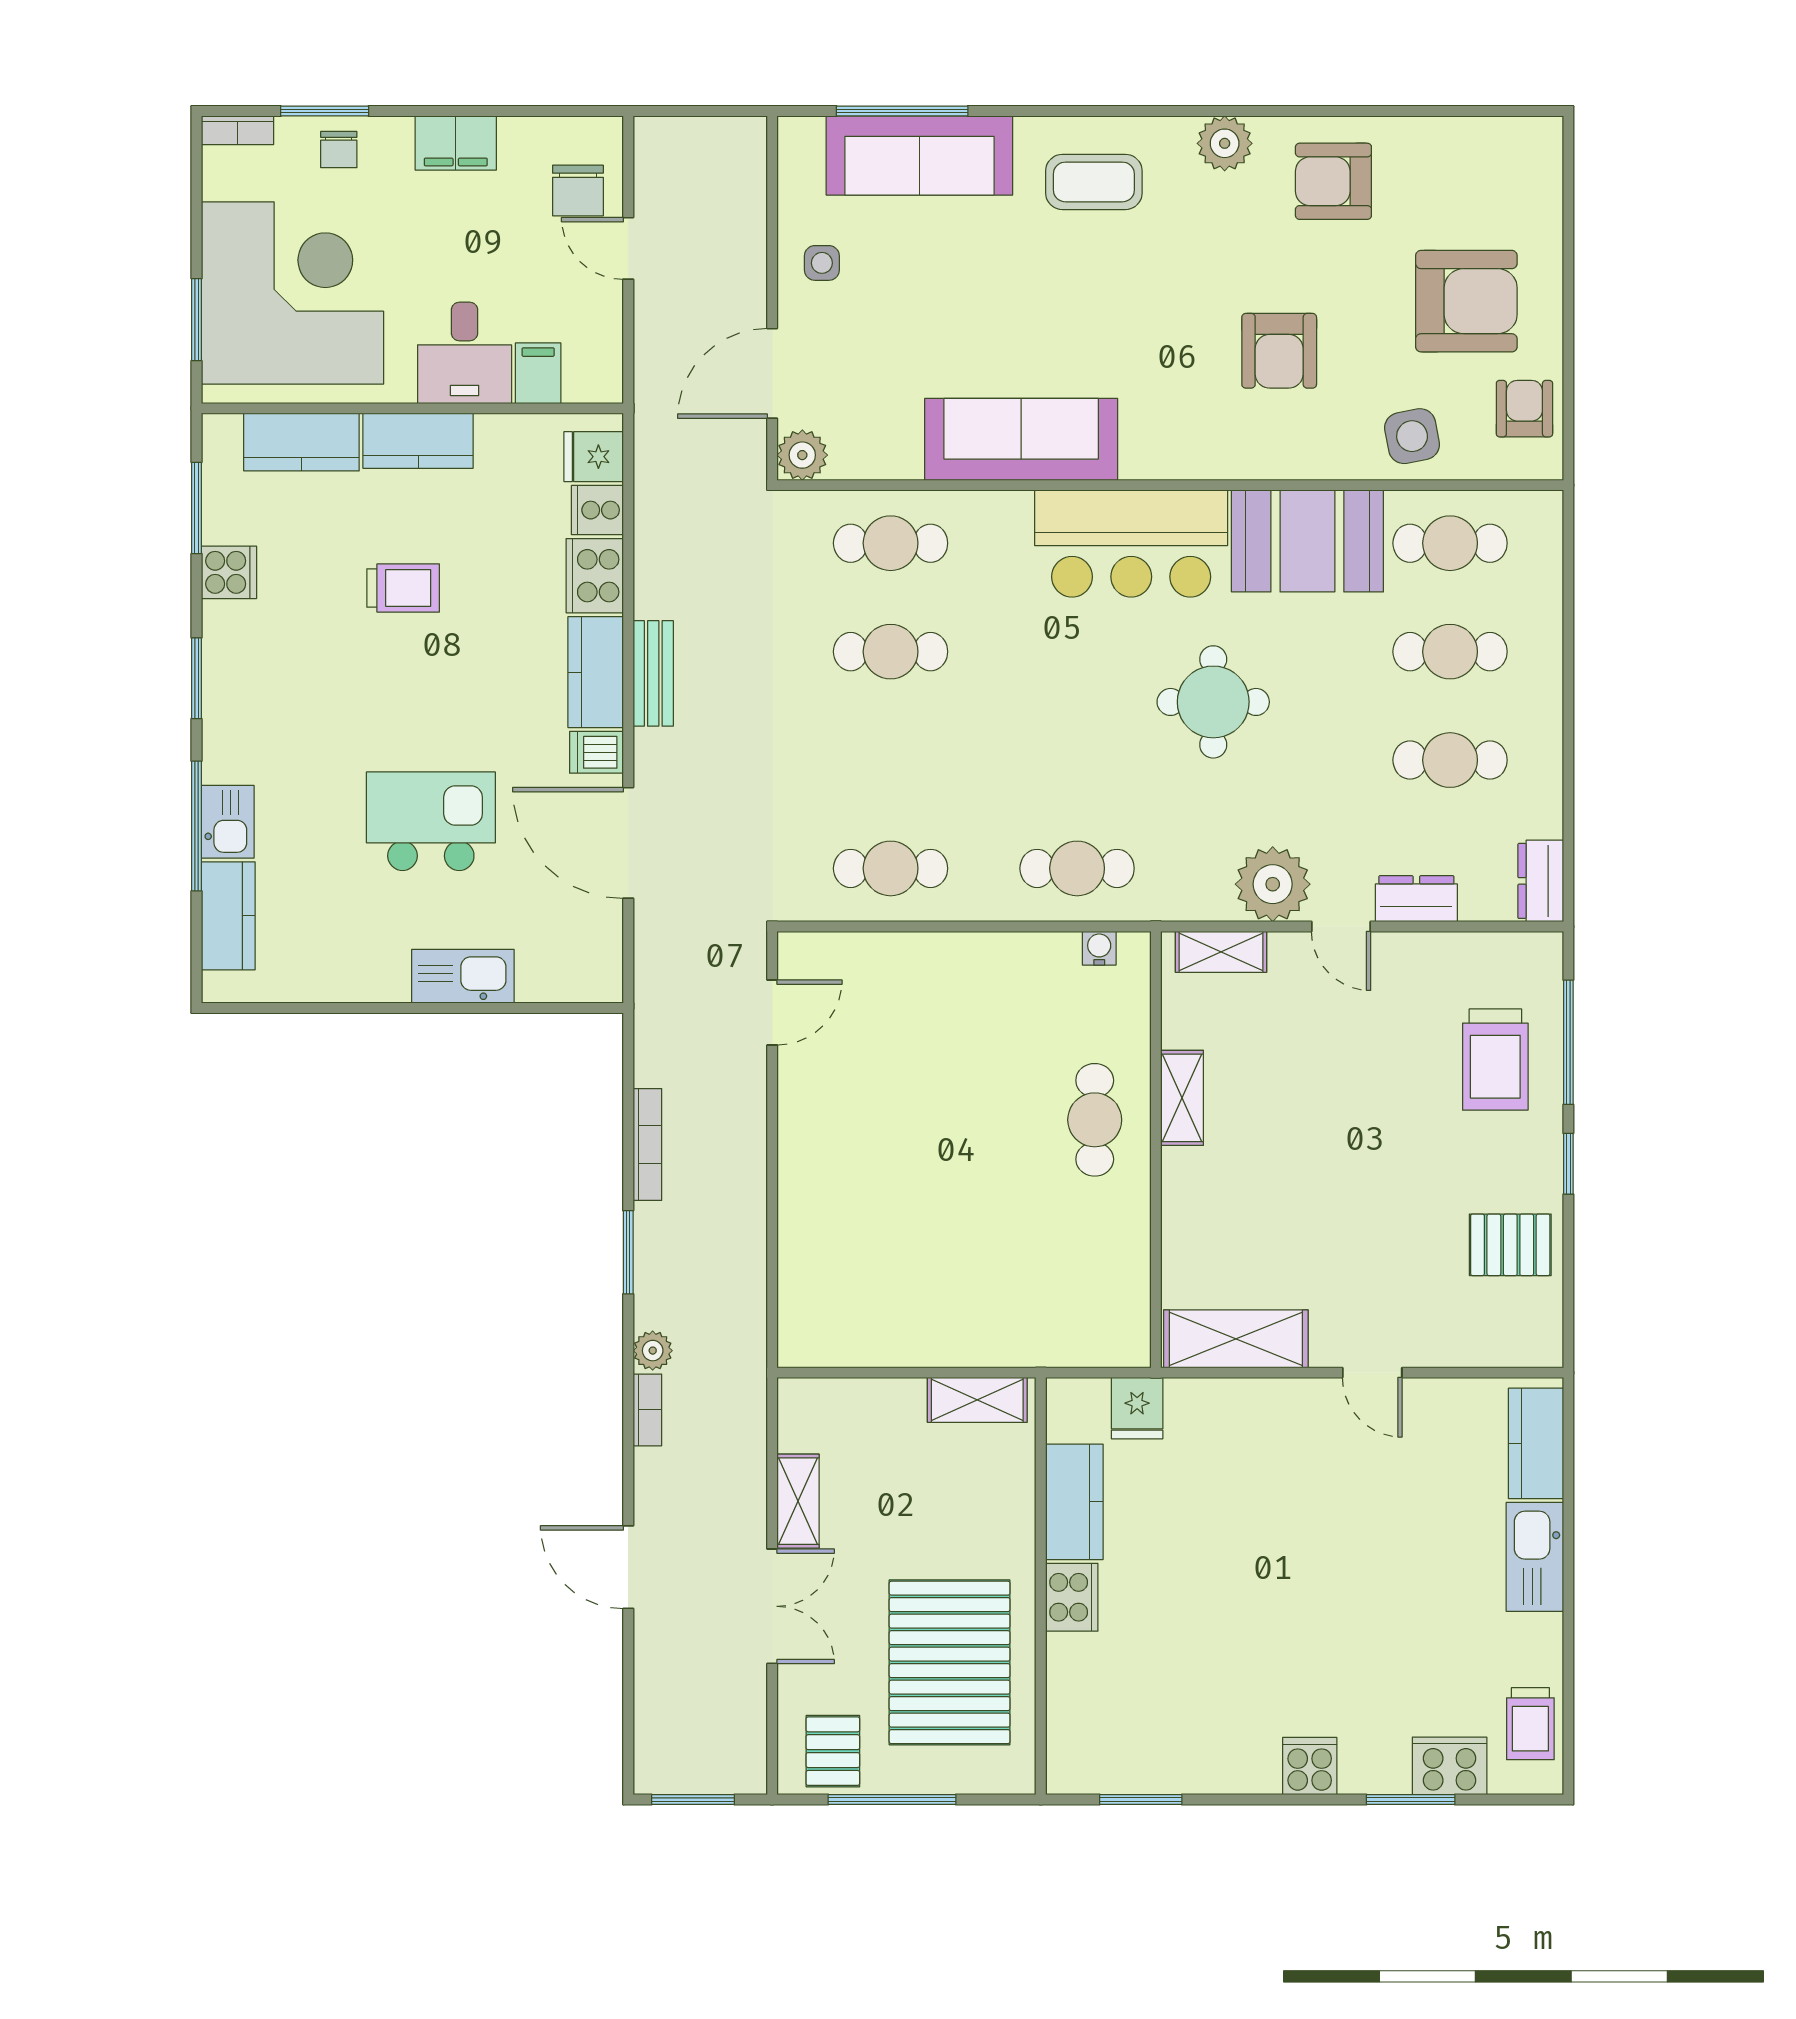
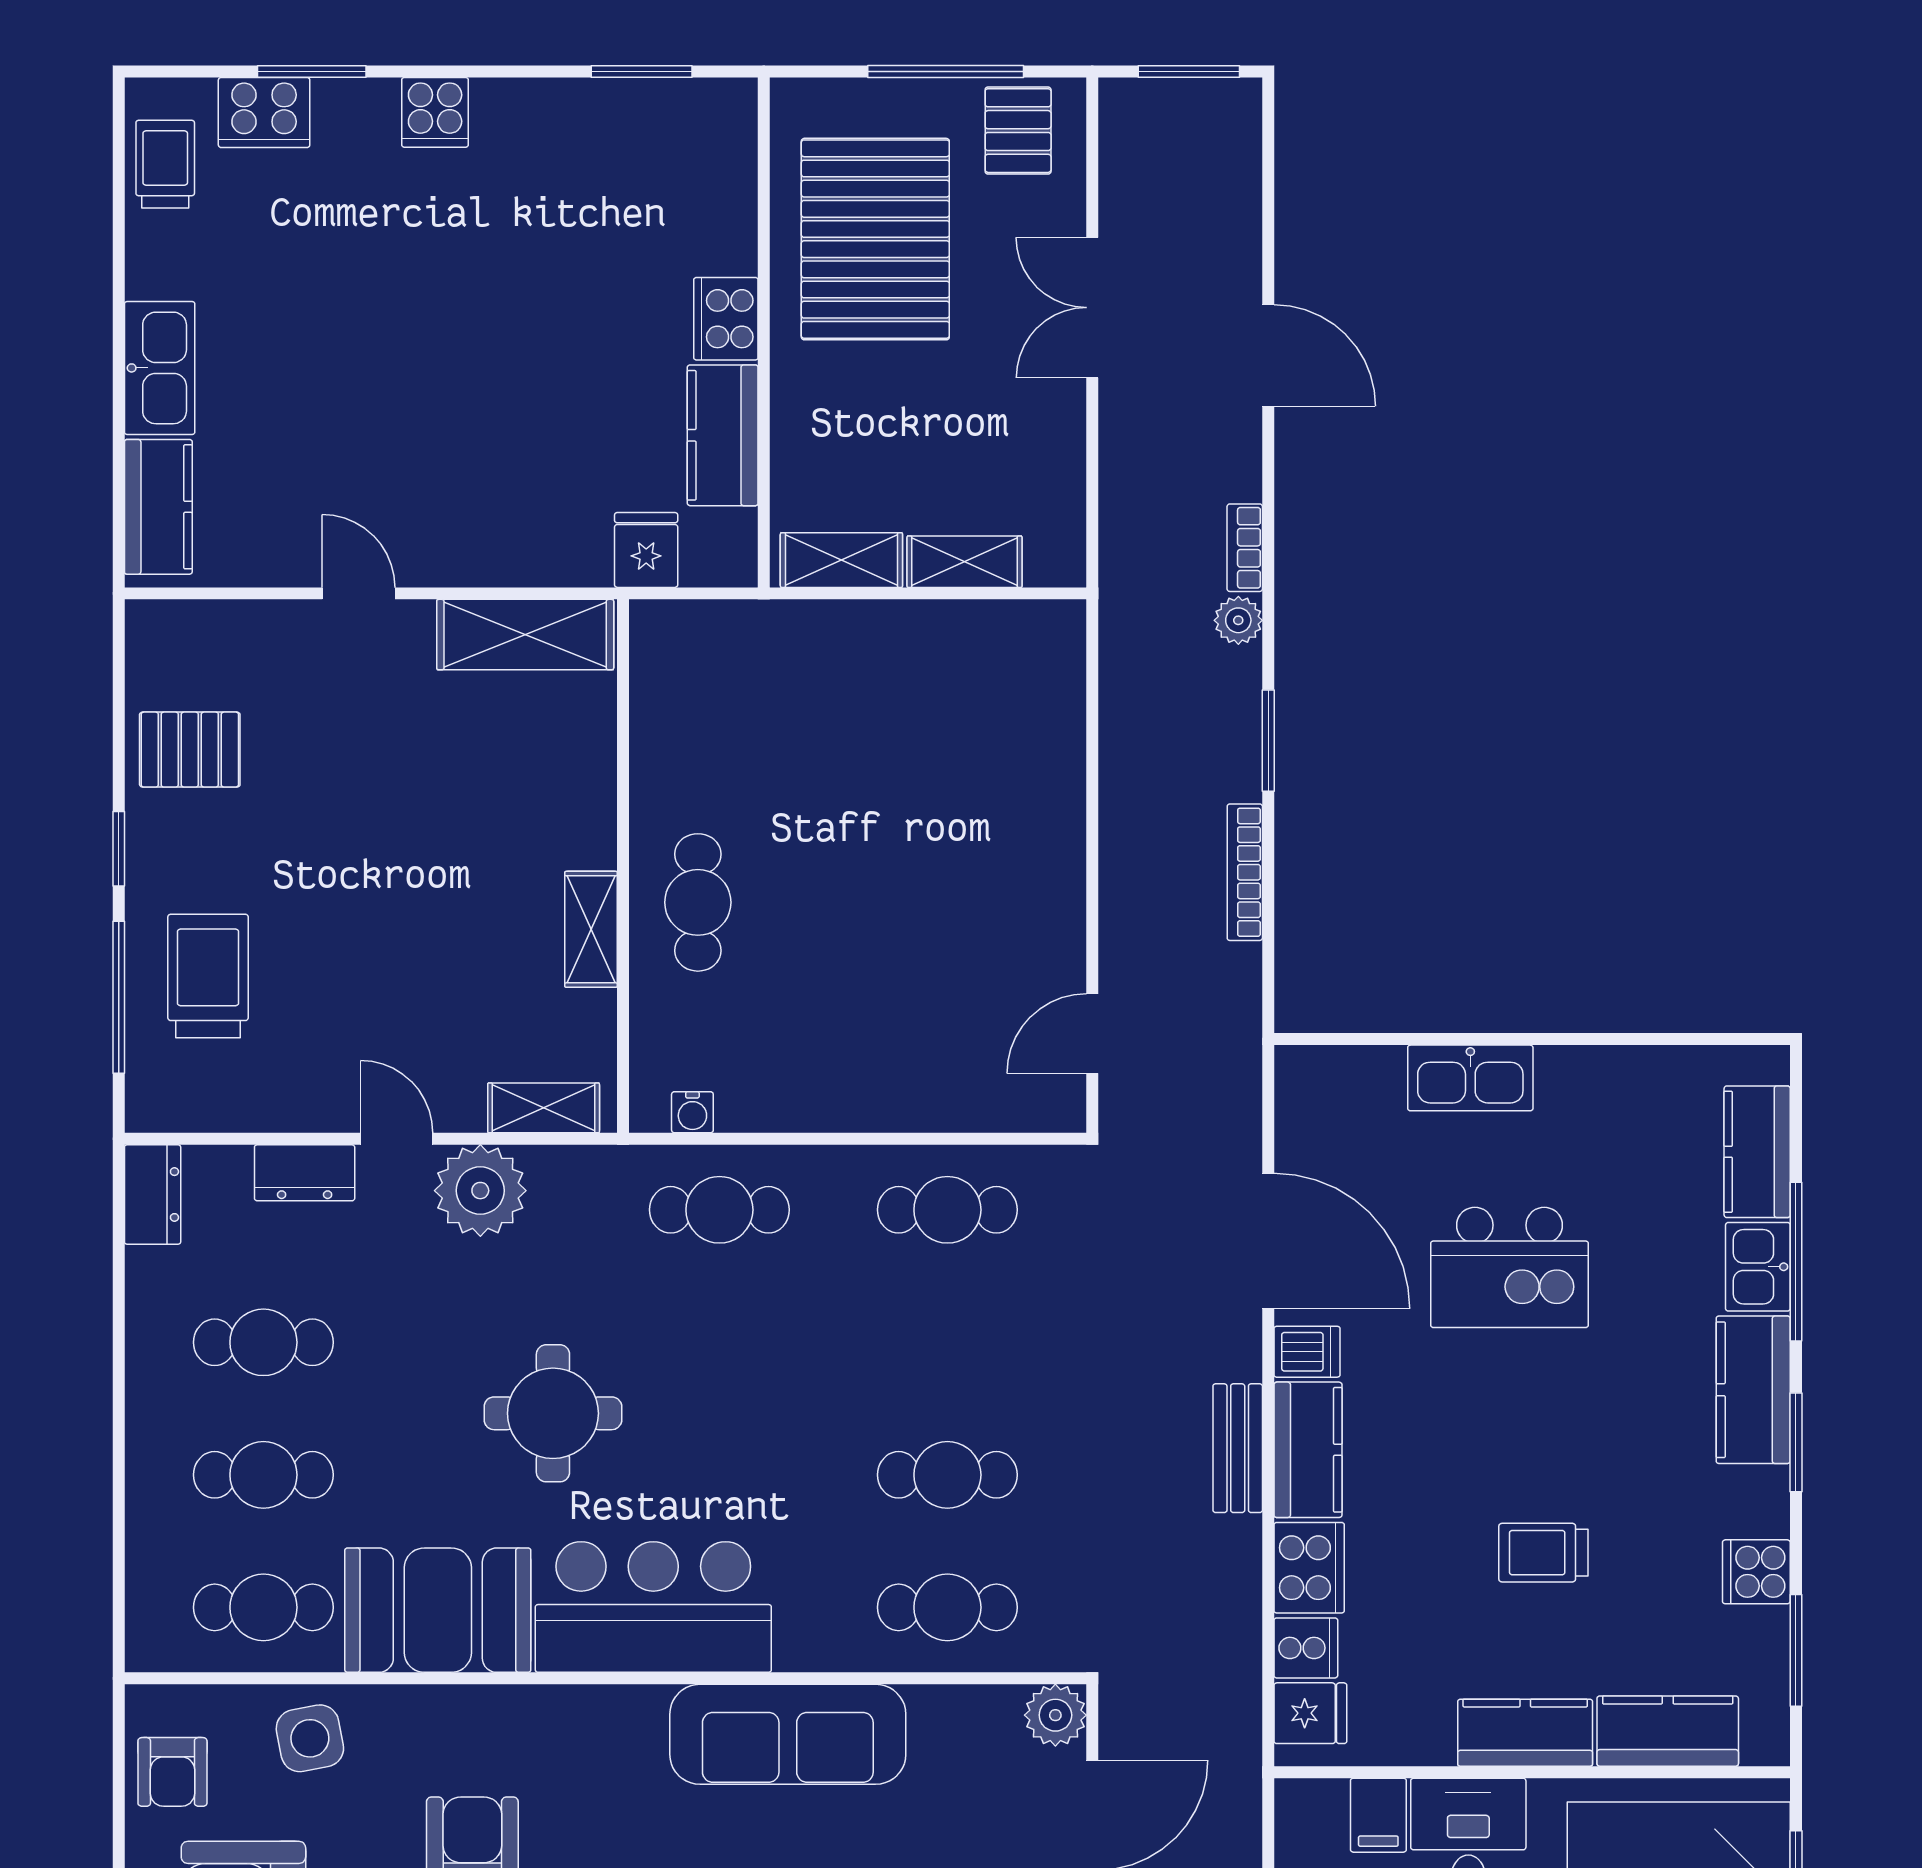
kitchen counter: (232, 721) -> (1753, 1390), added
shelving: (798, 1501) -> (965, 562), moved, turned 90

